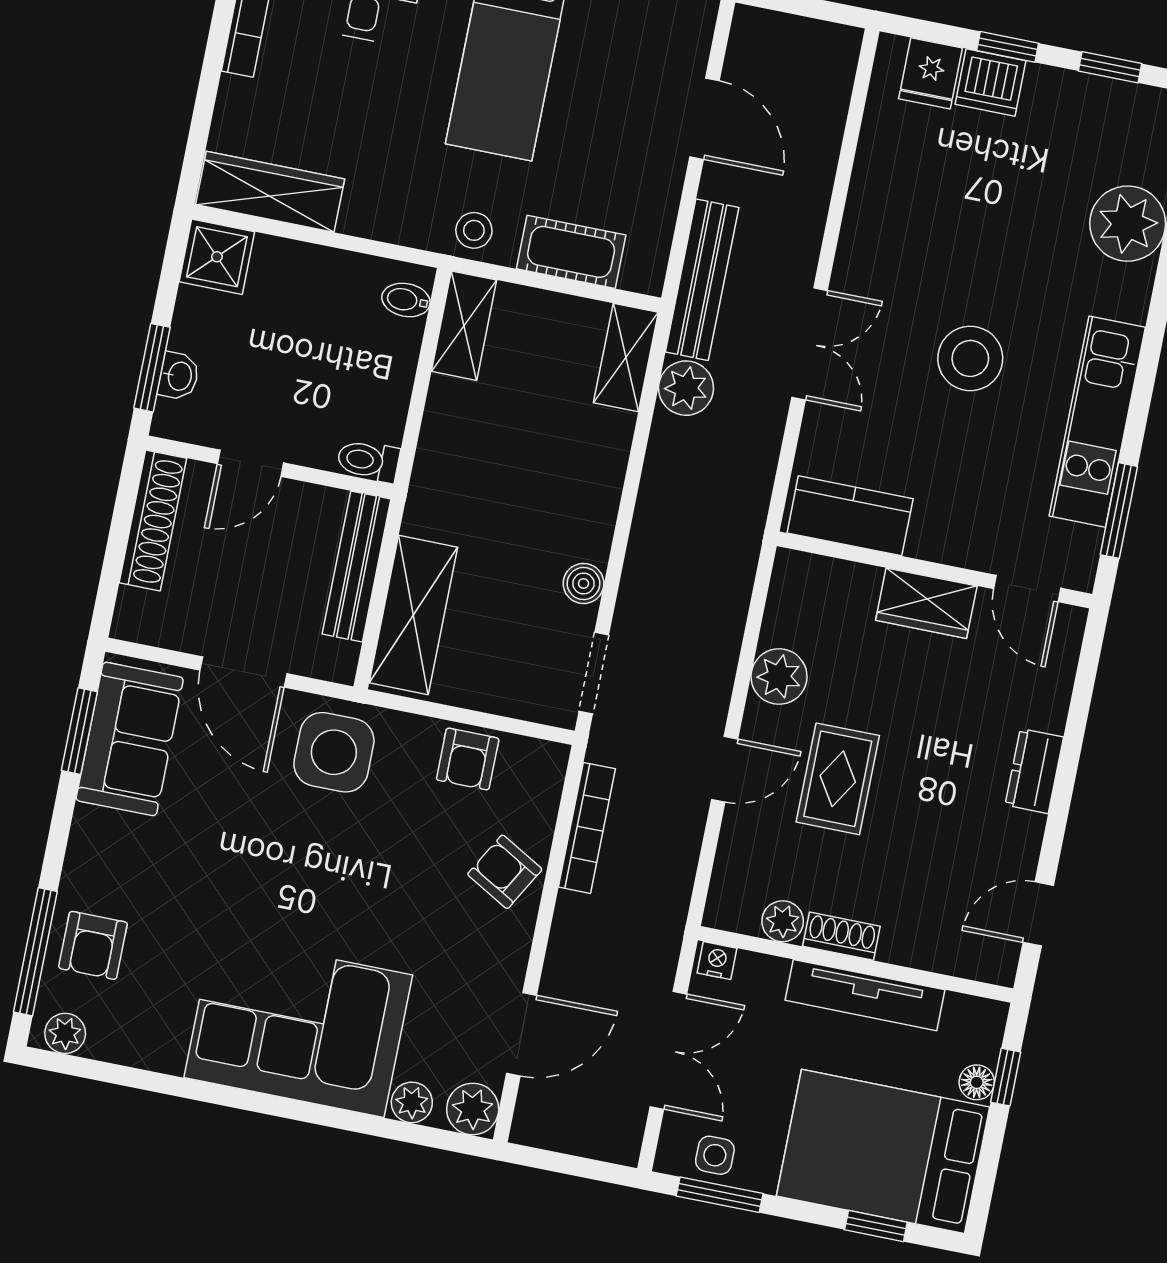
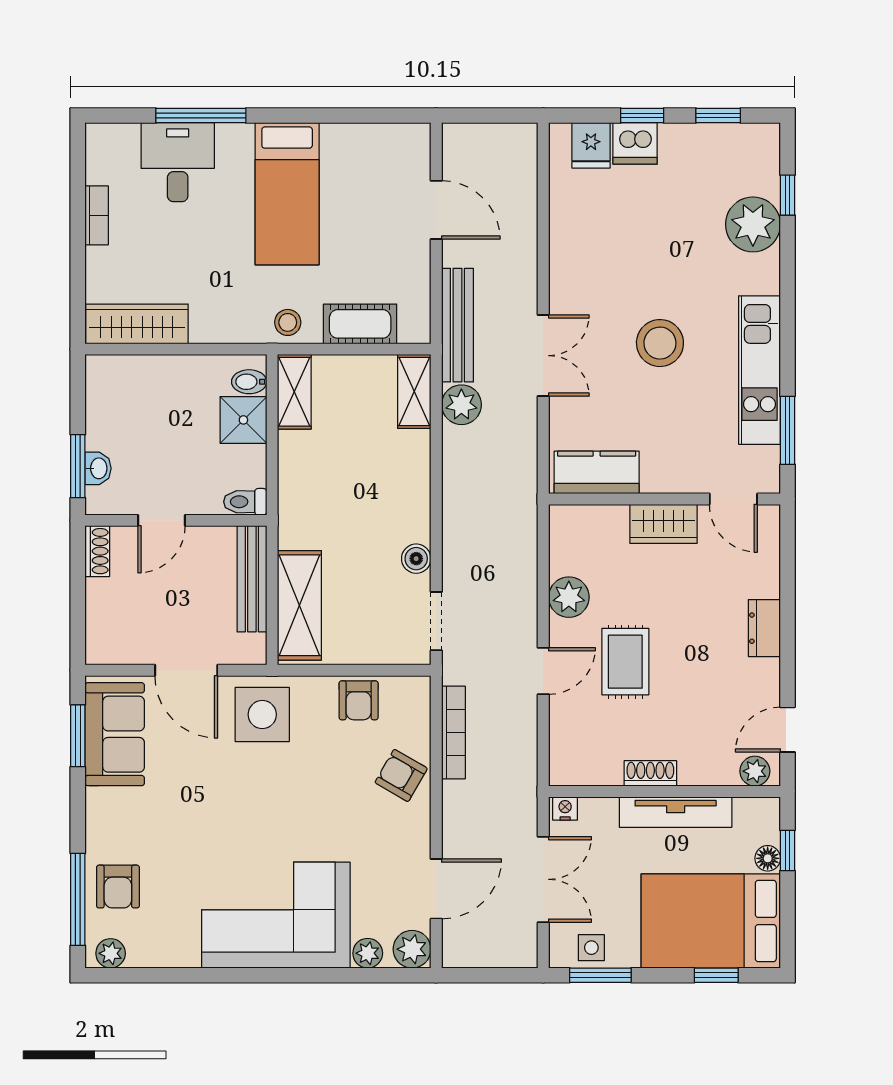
shower: (217, 257) -> (243, 420), moved
shoe rack: (153, 521) -> (97, 551), width x0.51, depth x0.81
plant: (783, 921) -> (755, 771), moved

